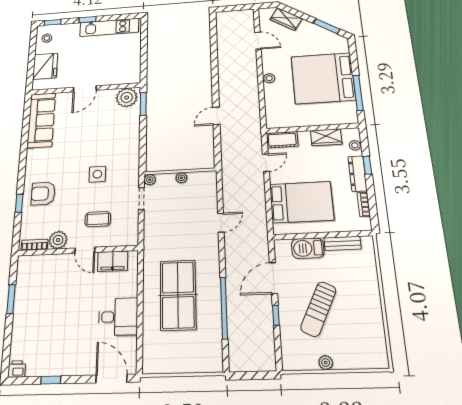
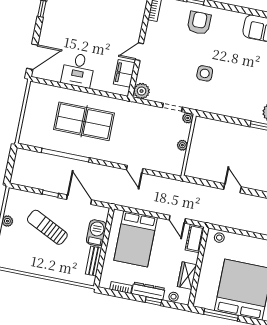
stool: (269, 78) -> (219, 238), moved
coffee table: (98, 219) -> (164, 67), removed
plant: (58, 240) -> (142, 91), moved

